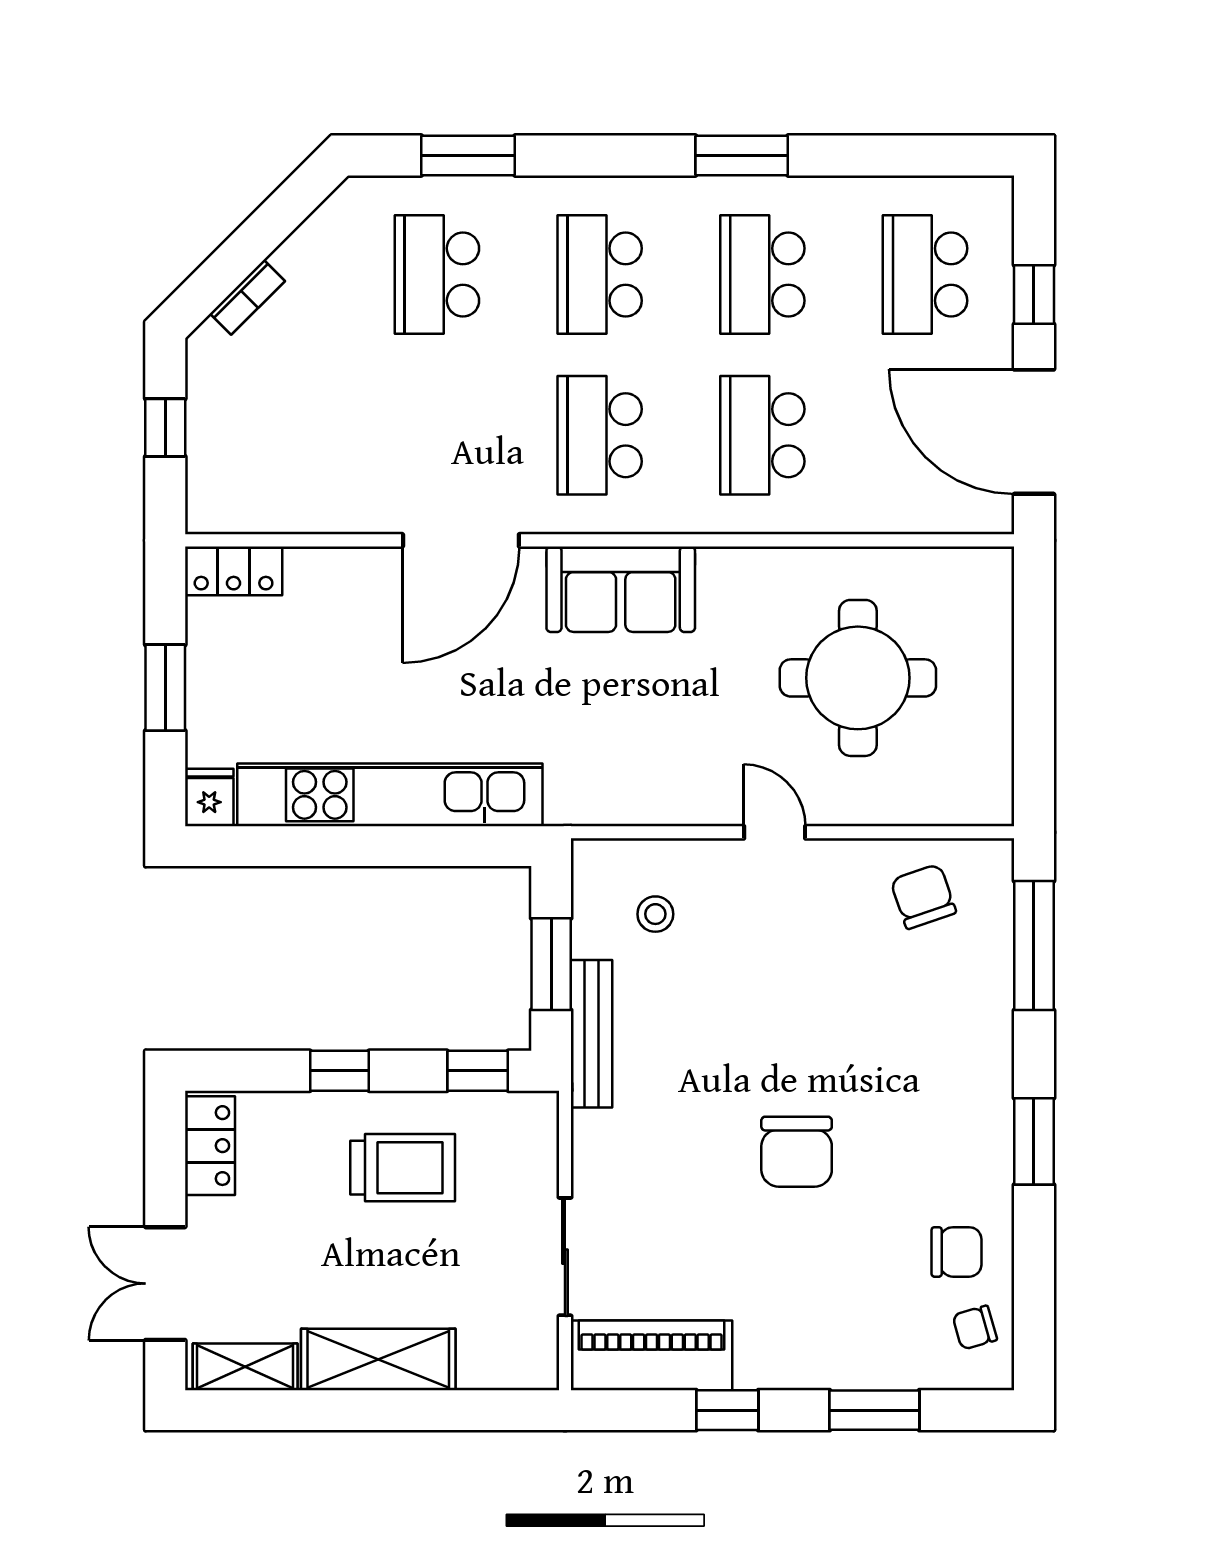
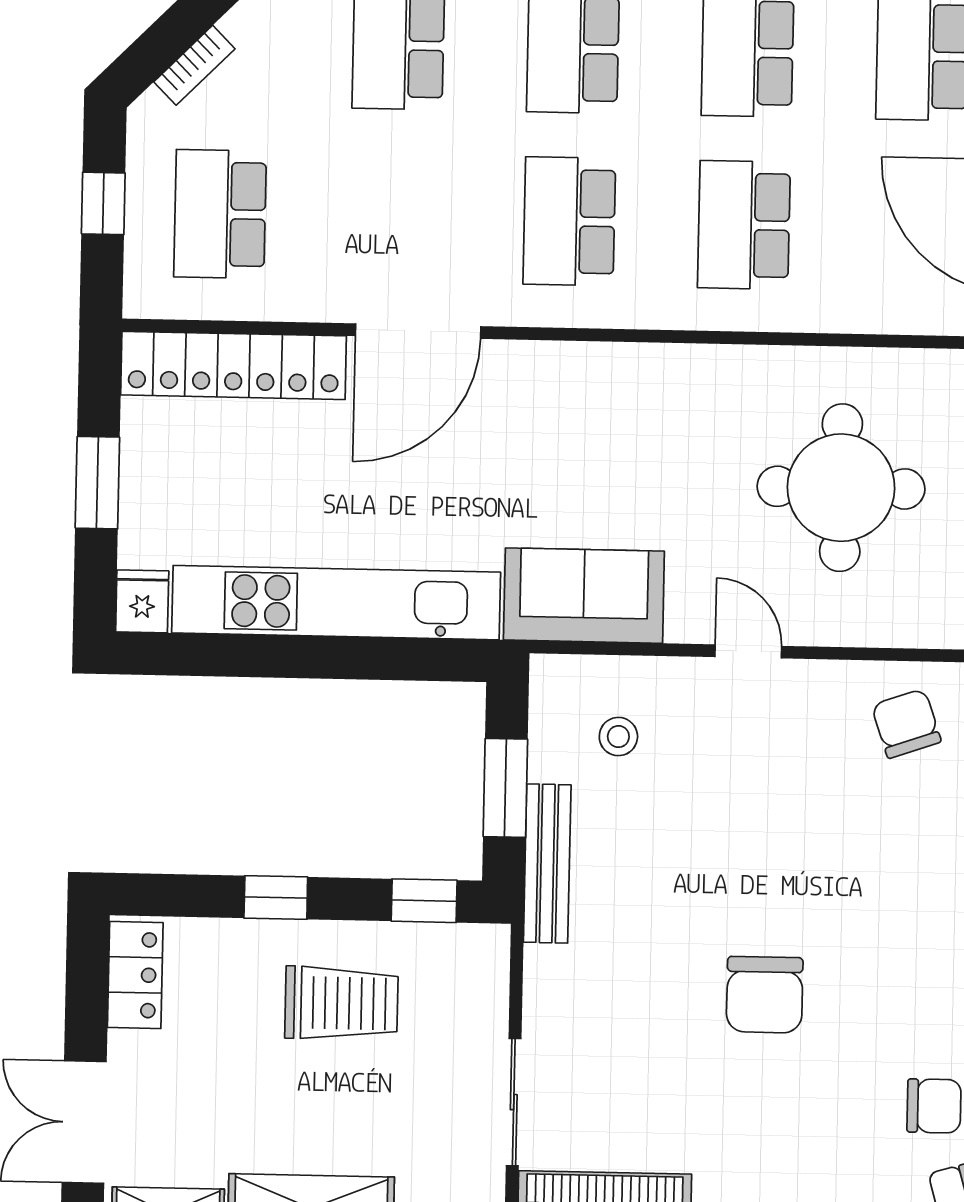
school desk: (274, 435) -> (220, 214), added
locker: (234, 571) -> (234, 365), width x2.16, depth x1.21
sofa: (621, 589) -> (584, 596), moved, turned 180

